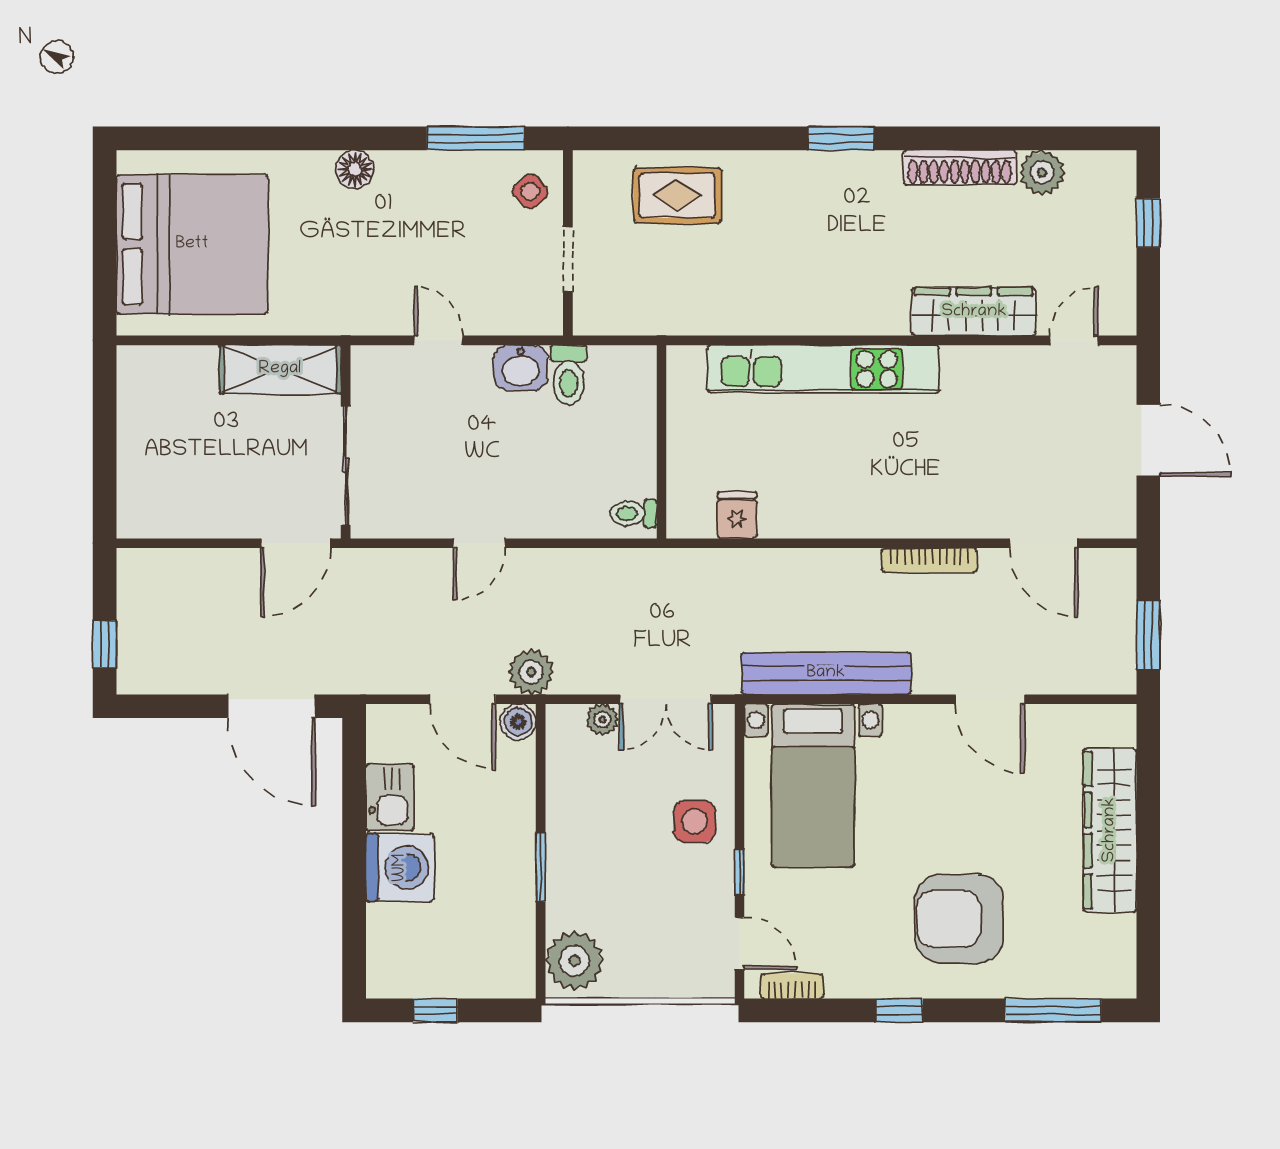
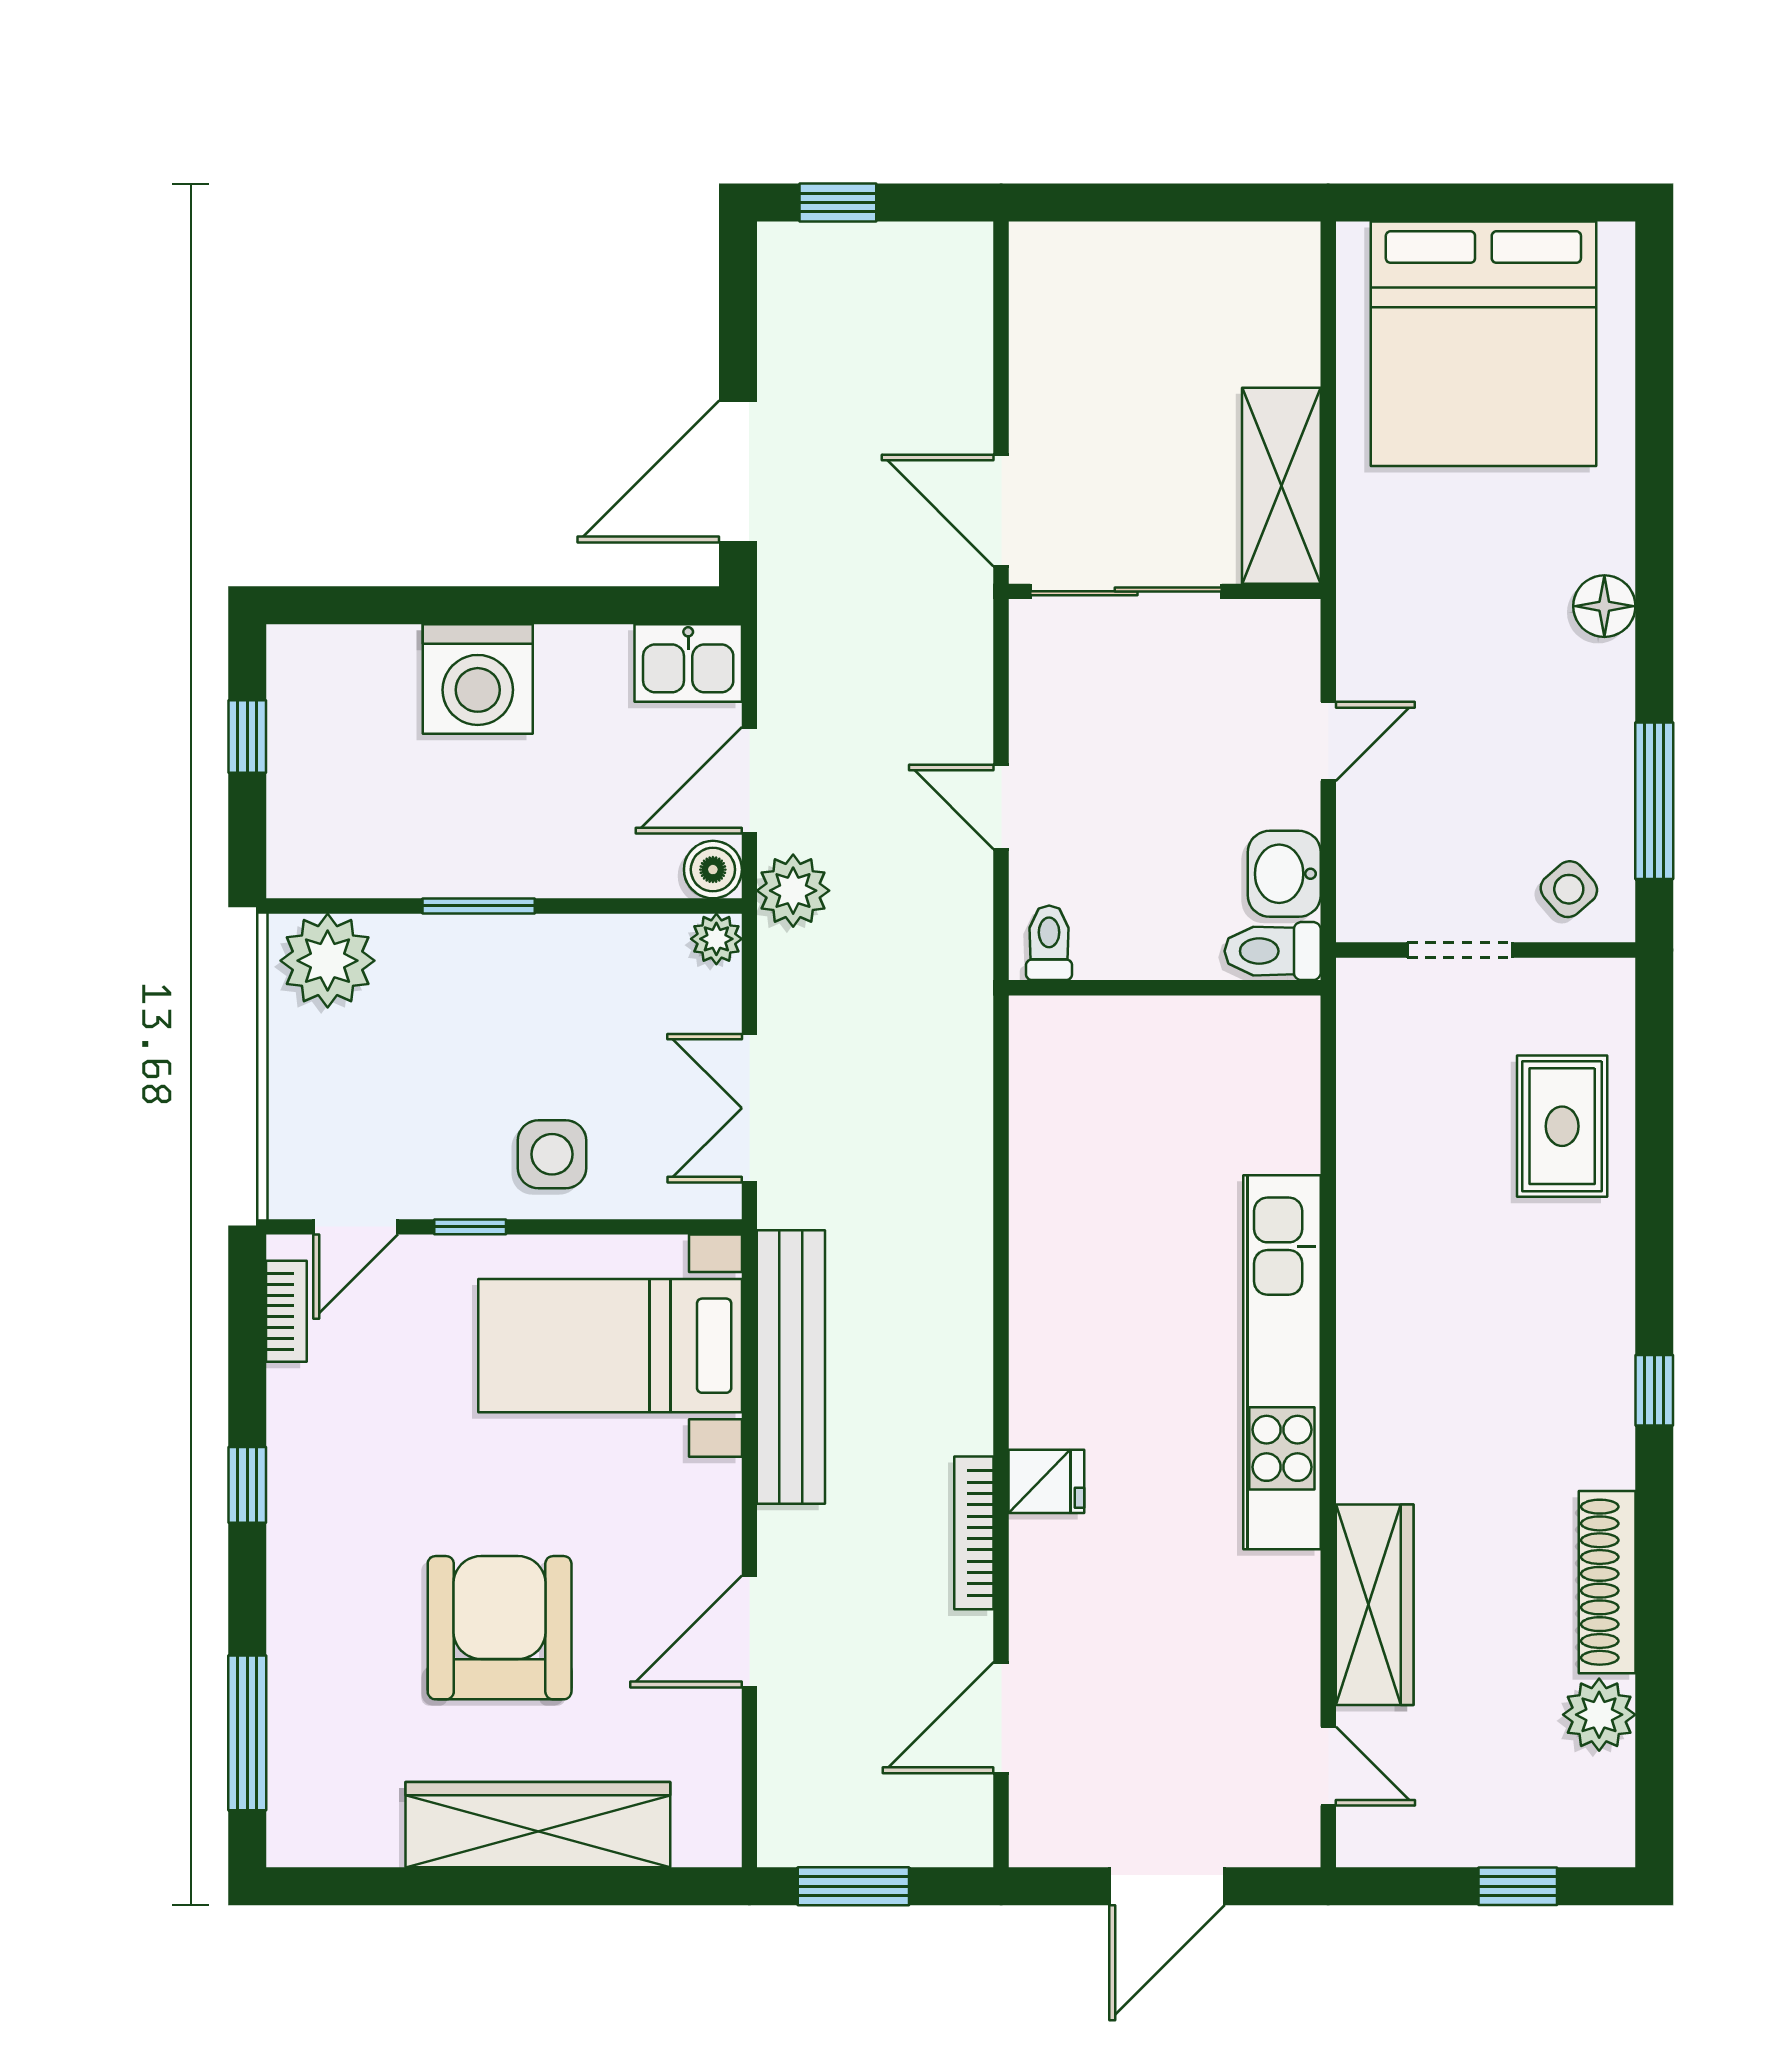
window: (841, 138) -> (1654, 1390), width x0.67
wall: (662, 442) -> (1165, 988), moved
toilet: (634, 513) -> (1049, 943), moved
fridge: (737, 515) -> (1046, 1481), moved
plant: (602, 720) -> (716, 939), moved
kitchen sink: (390, 797) -> (688, 663), moved
armchair: (959, 919) -> (500, 1628), moved

